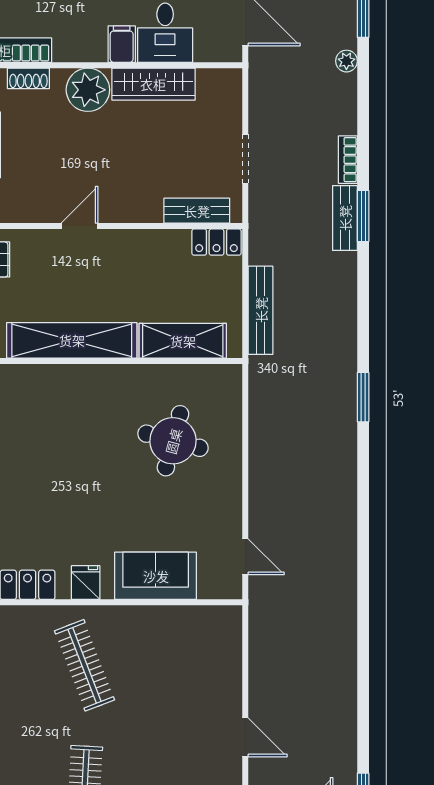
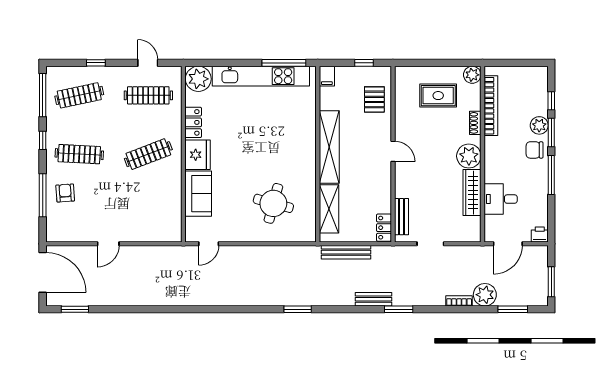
filing cabinet: (122, 44) -> (494, 175), removed
plant: (346, 61) -> (485, 295), width x1.87, depth x1.87
bookcase: (348, 160) -> (459, 301), moved
bench: (345, 218) -> (373, 299), moved
fridge: (86, 583) -> (198, 155), width x1.88, depth x1.34

